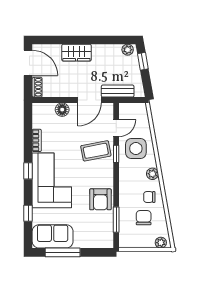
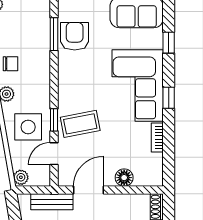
plant: (141, 110) -> (21, 177), added
armchair: (100, 199) -> (75, 36), moved
chair: (144, 218) -> (18, 37), removed

